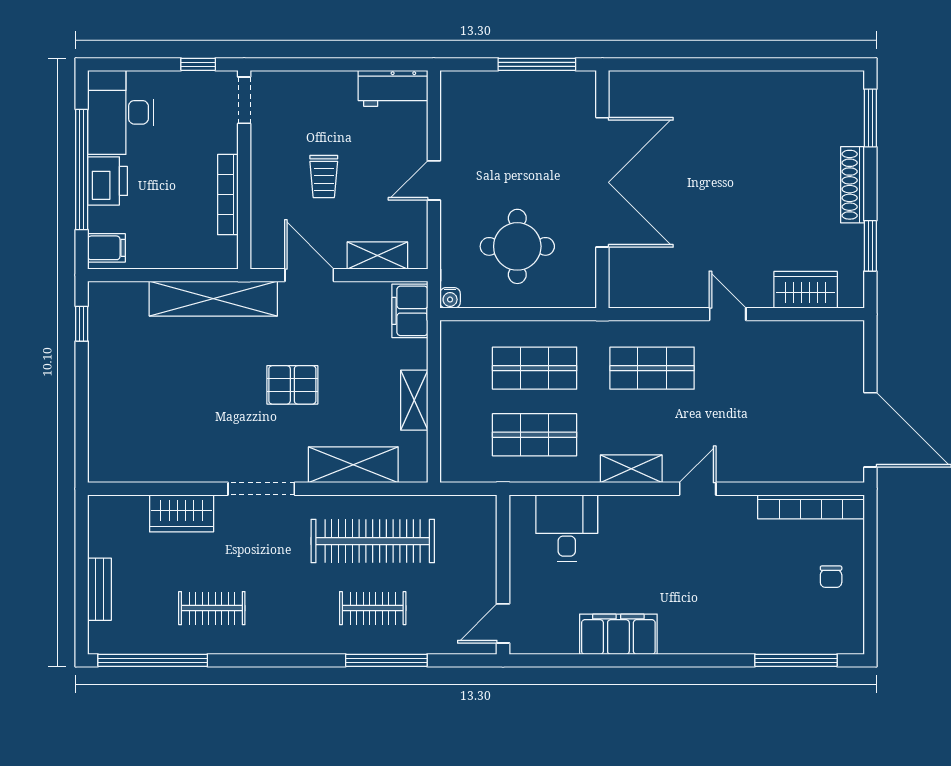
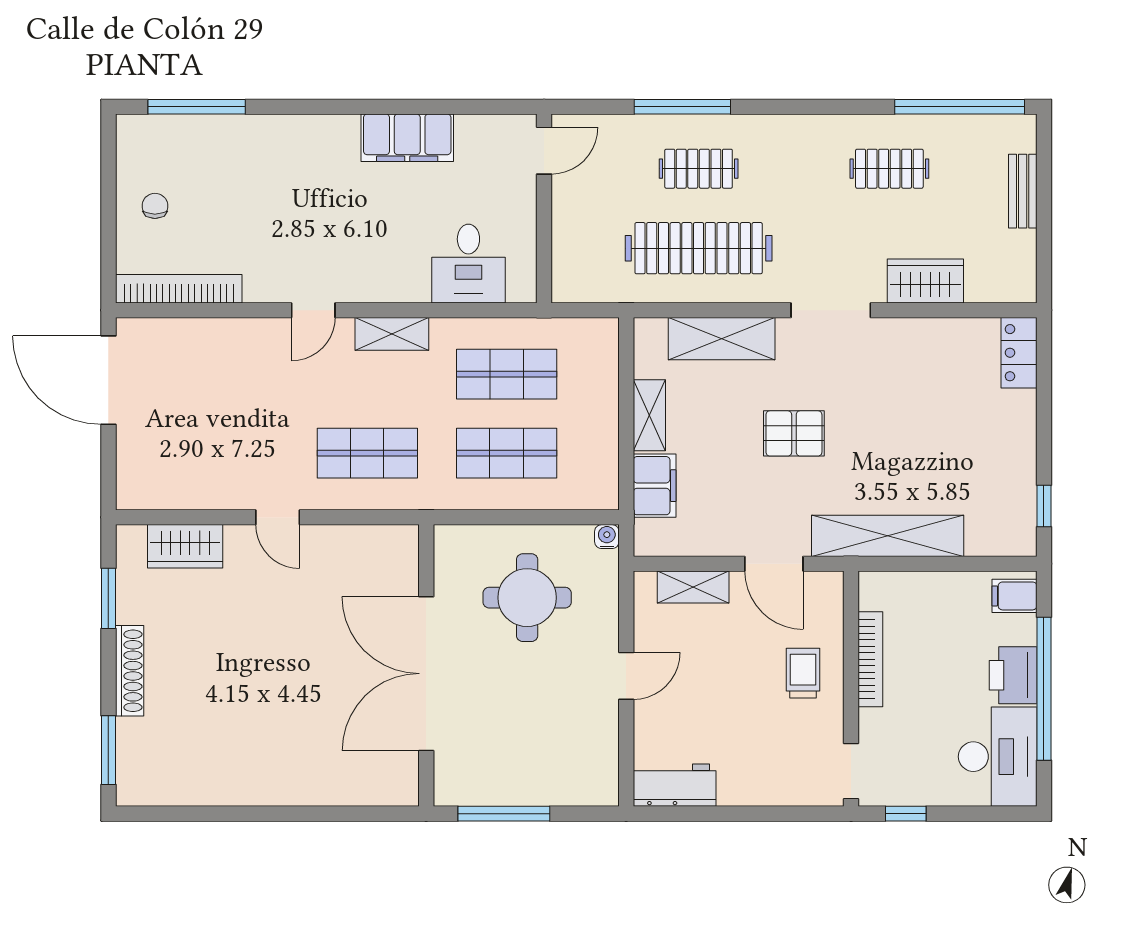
trolley: (324, 177) -> (803, 673), moved
filing cabinet: (410, 311) -> (655, 486), moved
locker: (103, 453) -> (1019, 353), added

